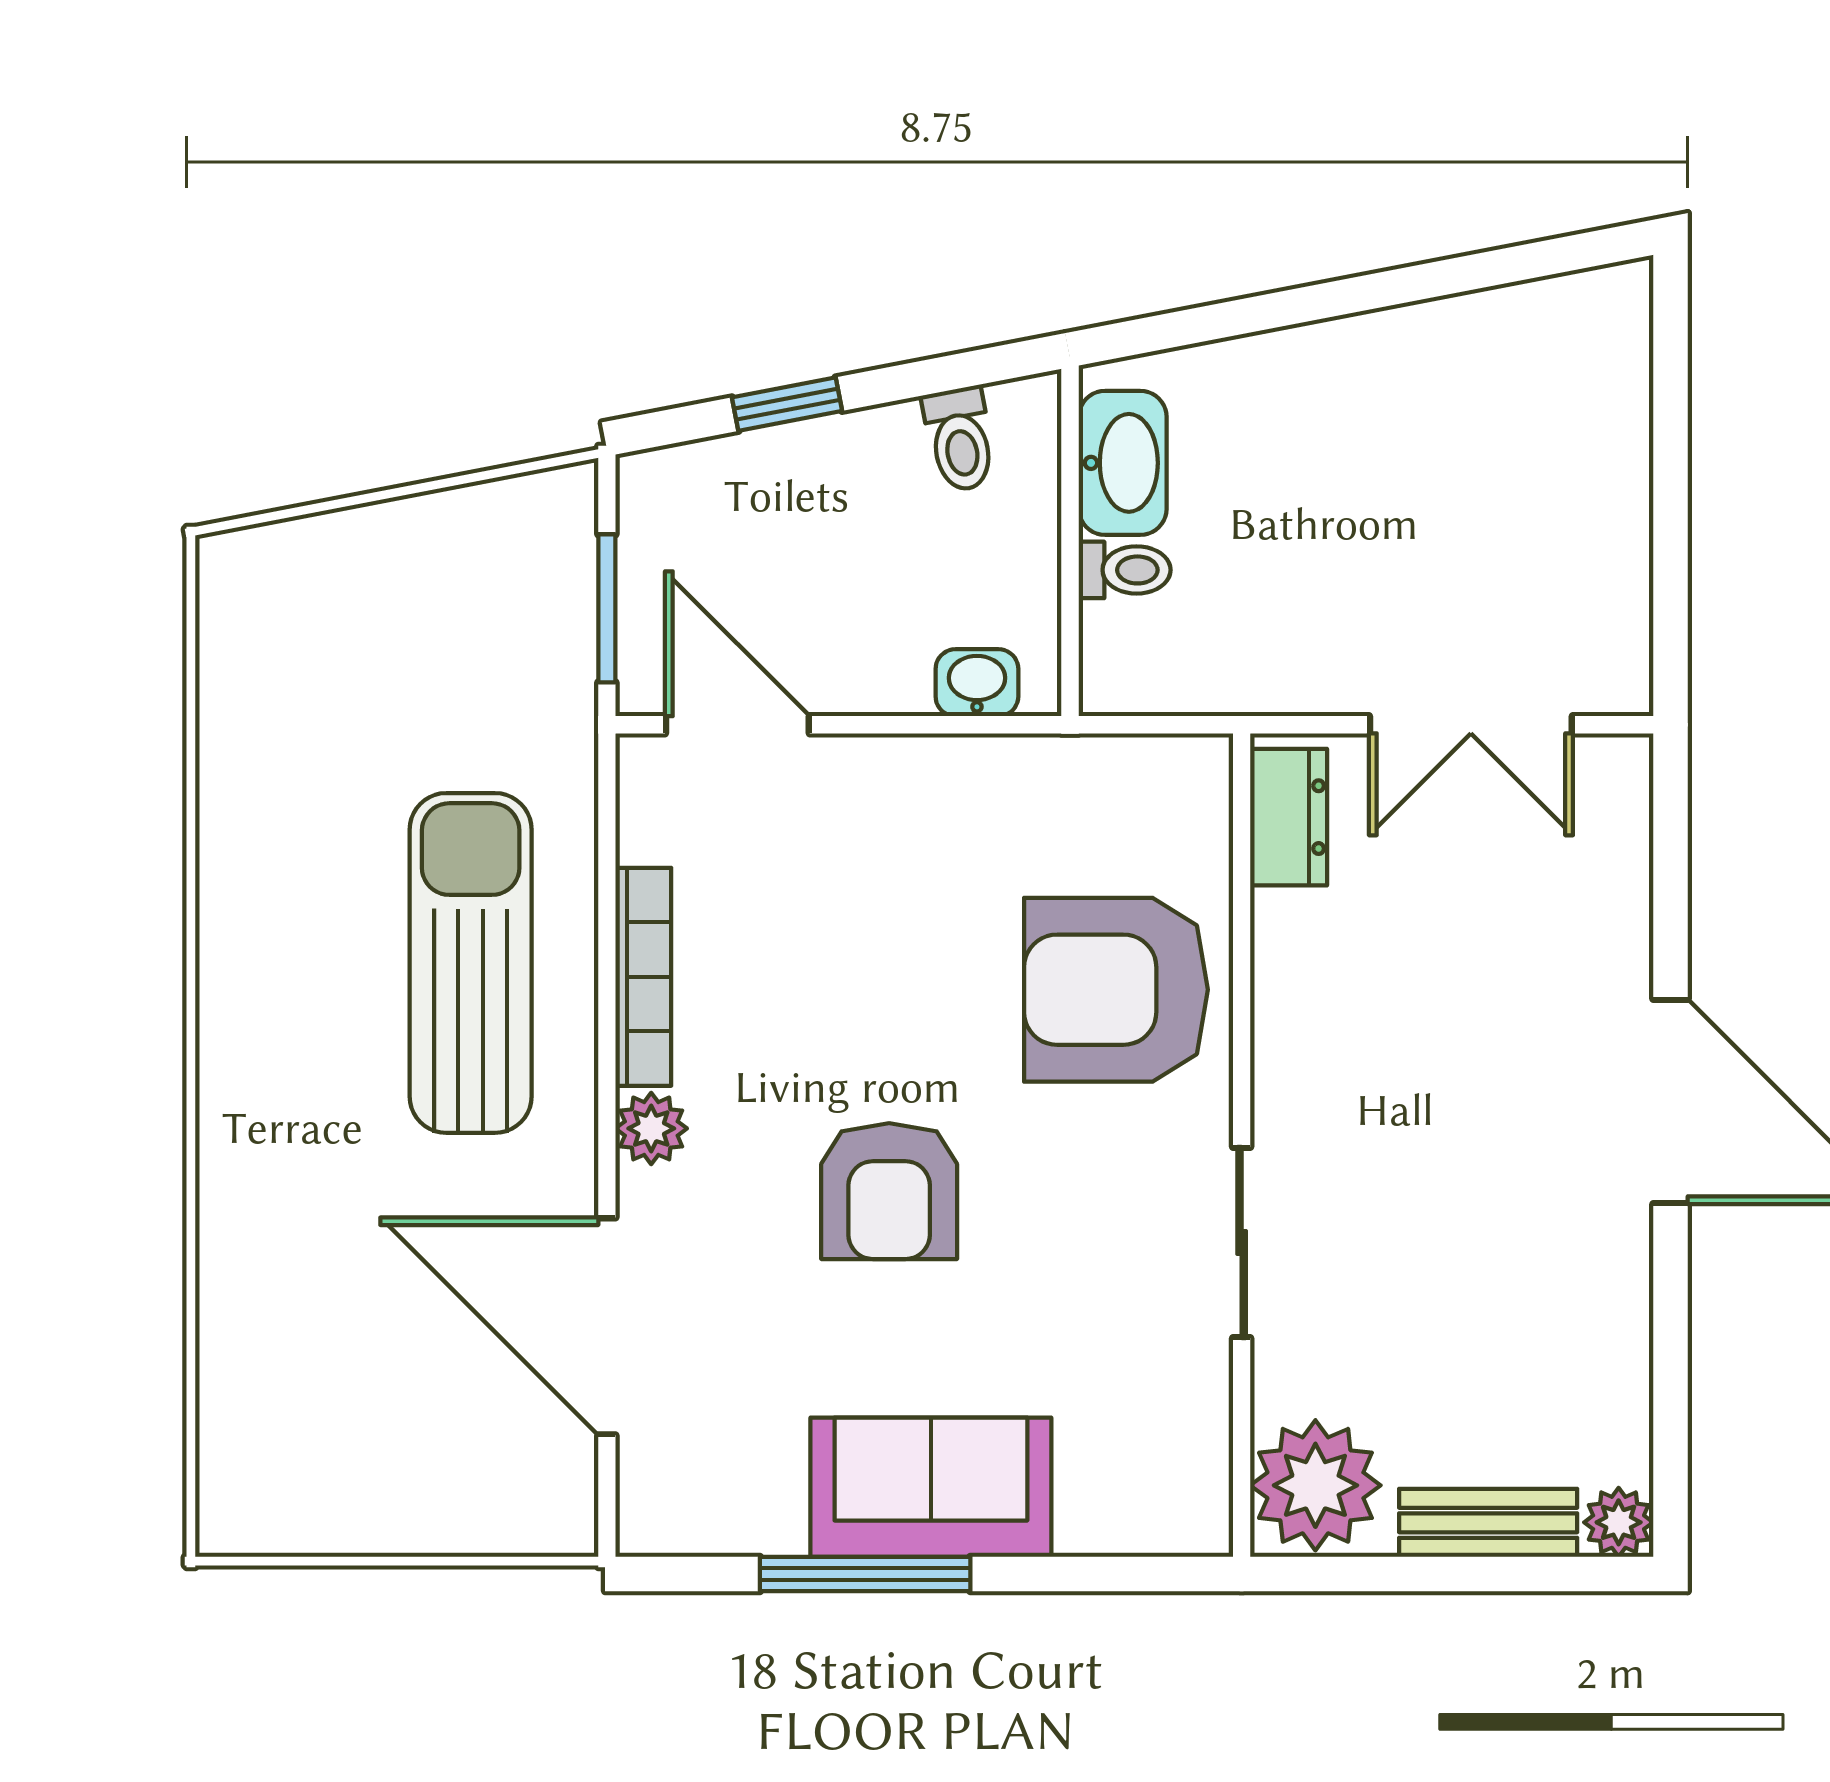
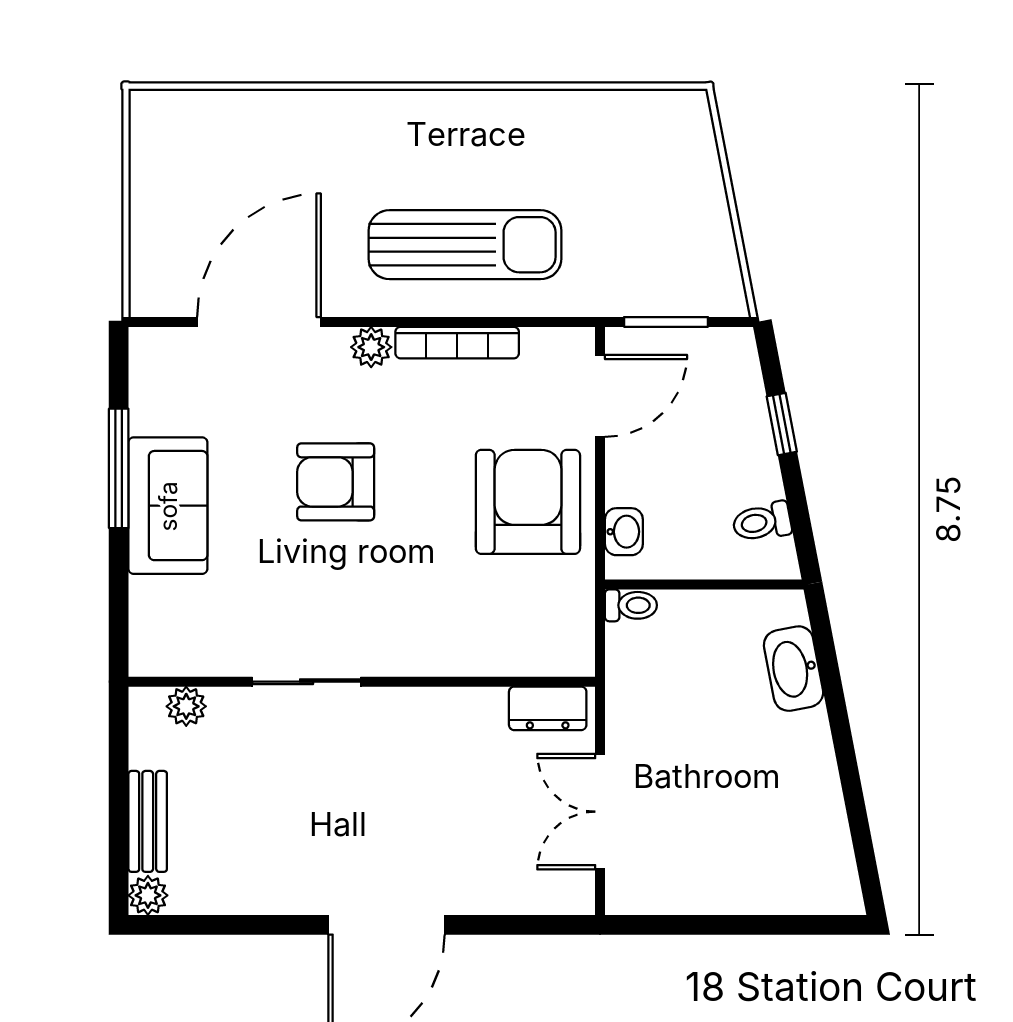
washbasin: (1123, 463) -> (794, 669), moved, turned 79
toilet: (1125, 570) -> (631, 605), moved, turned -90
armchair: (1116, 990) -> (528, 502), moved
plant: (1315, 1485) -> (186, 706), width x0.53, depth x0.53

